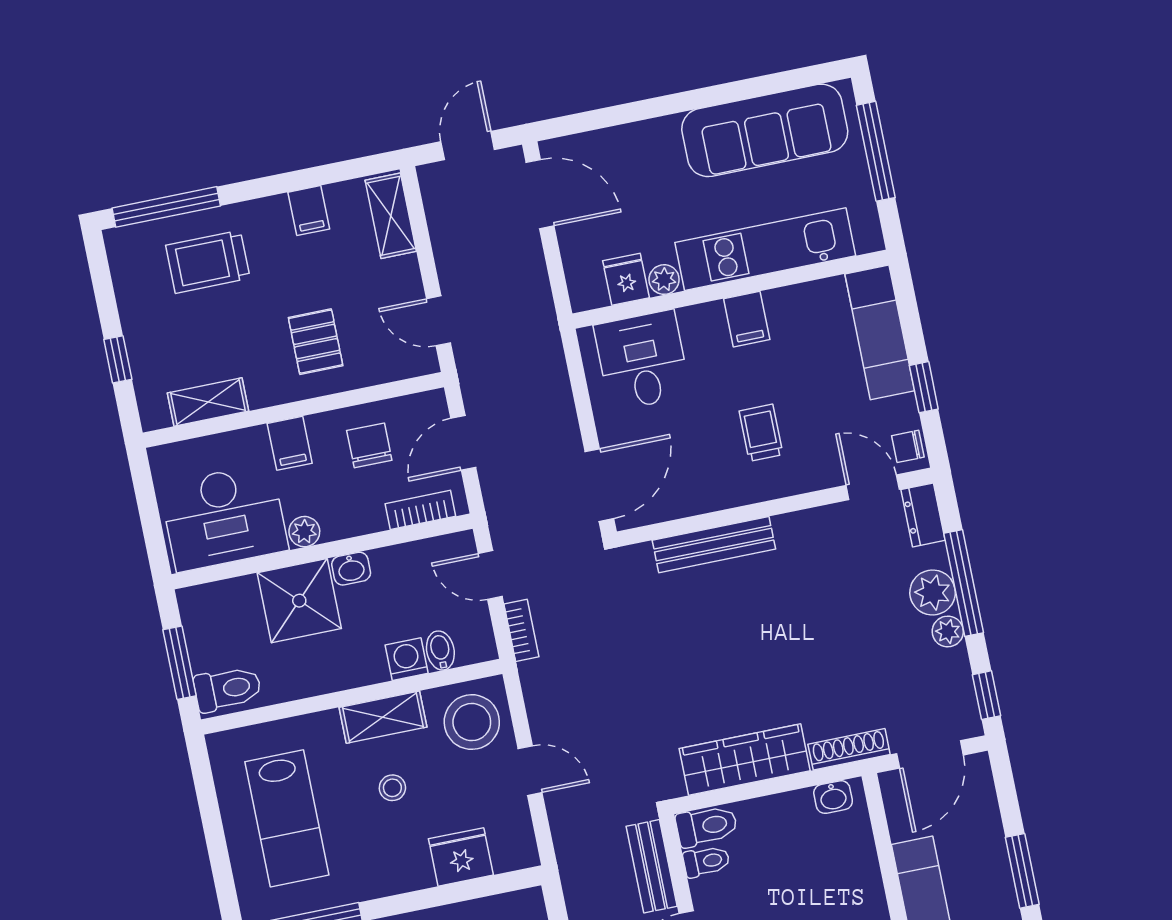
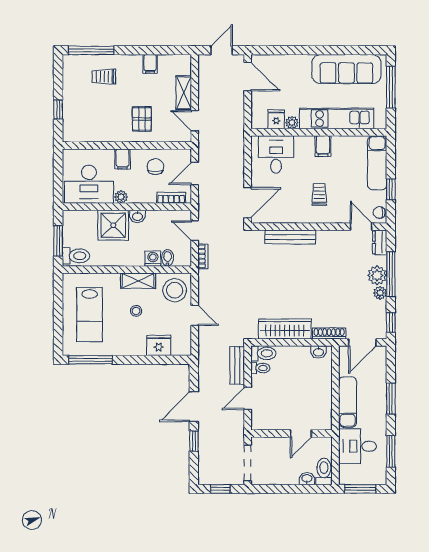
shelving: (391, 216) -> (184, 93), moved
trolley: (208, 262) -> (104, 77), width x0.73, depth x0.72
shelving: (208, 402) -> (92, 135), removed

